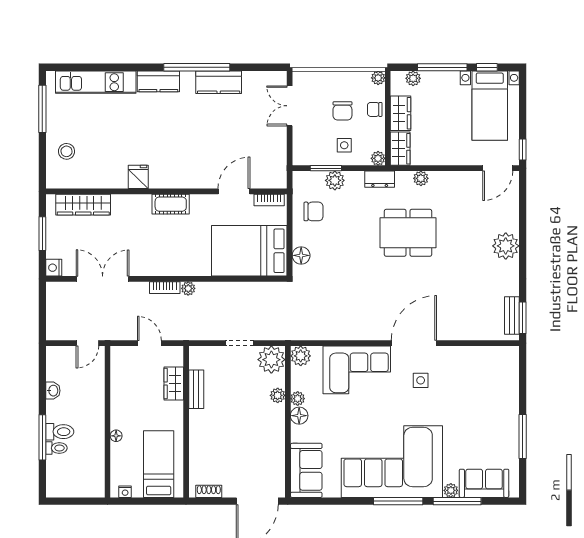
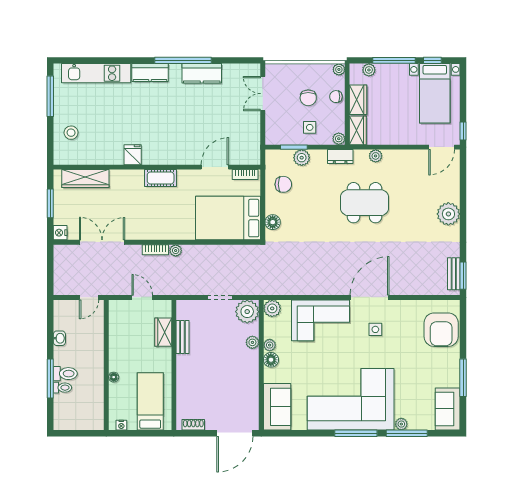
armchair: (497, 381) -> (441, 330), added
sofa: (484, 483) -> (448, 409), moved, turned -90

